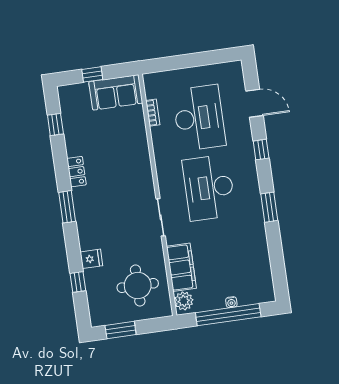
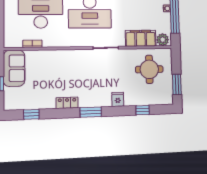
fridge: (91, 259) -> (118, 99), moved

